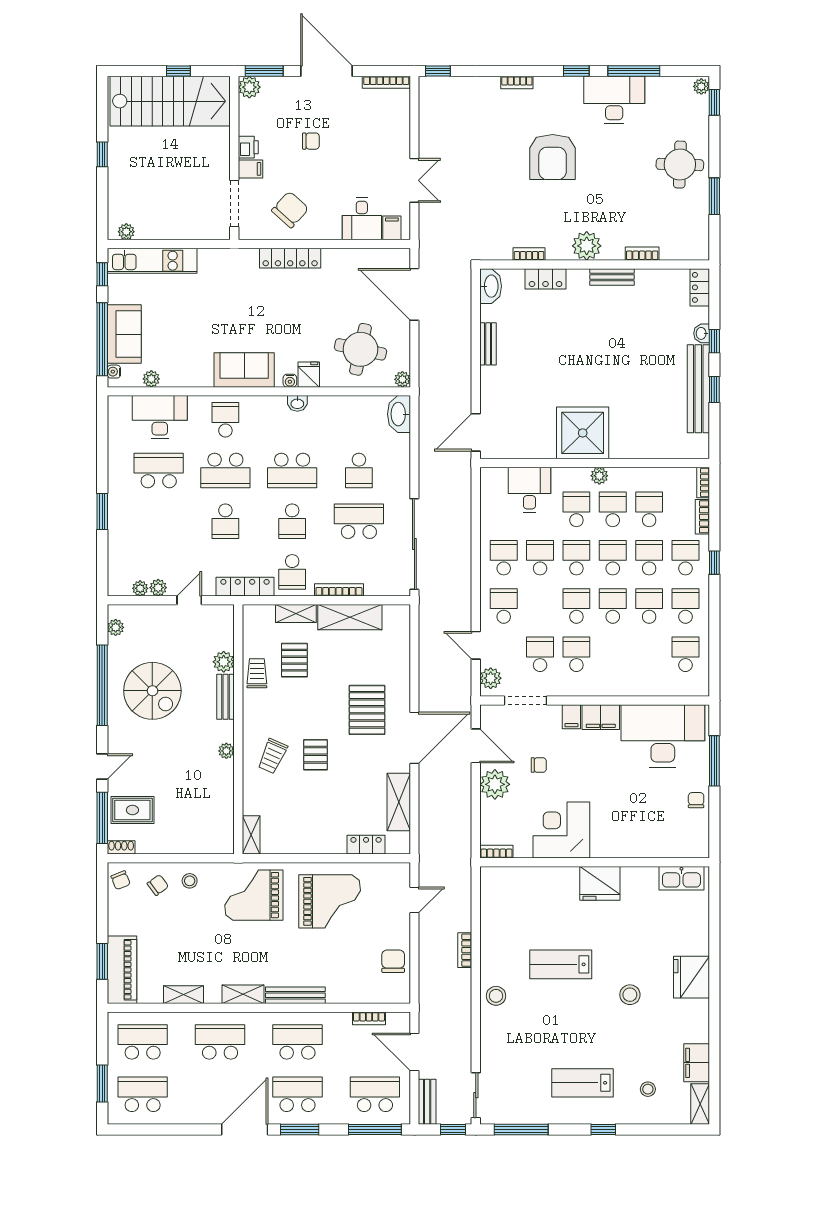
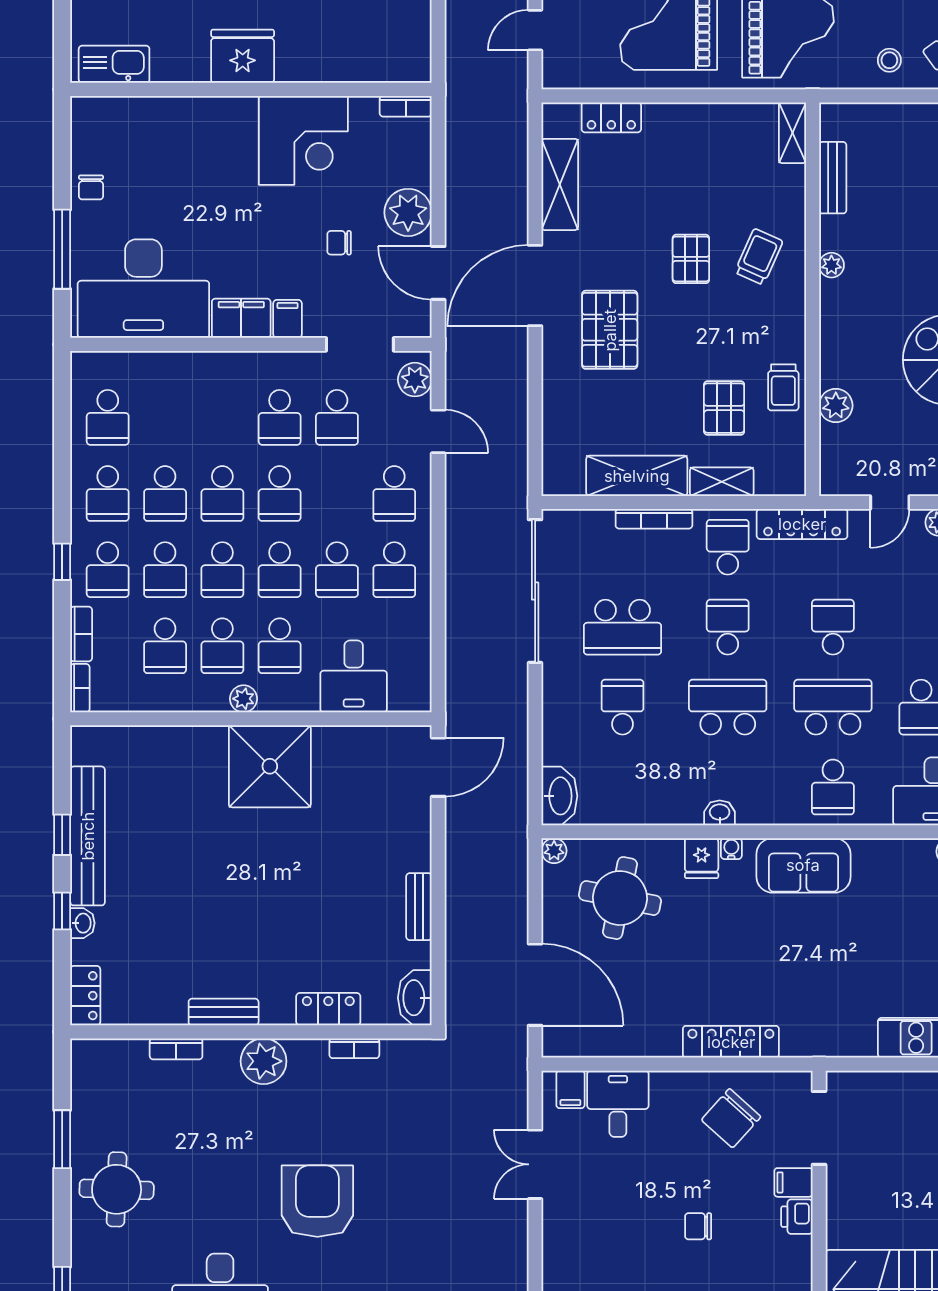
bench: (226, 697) -> (833, 178), moved

